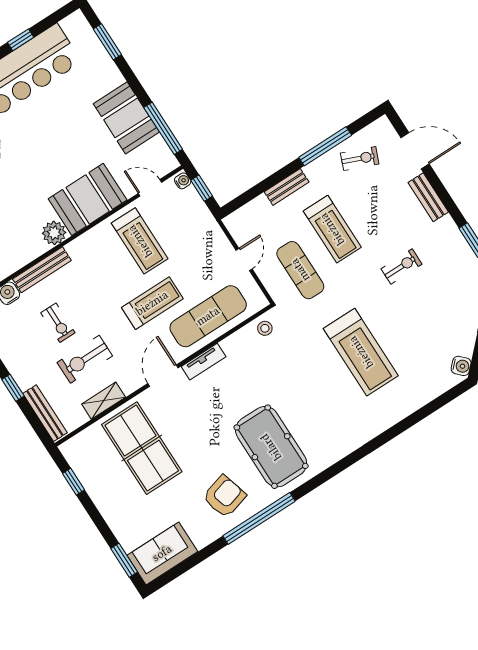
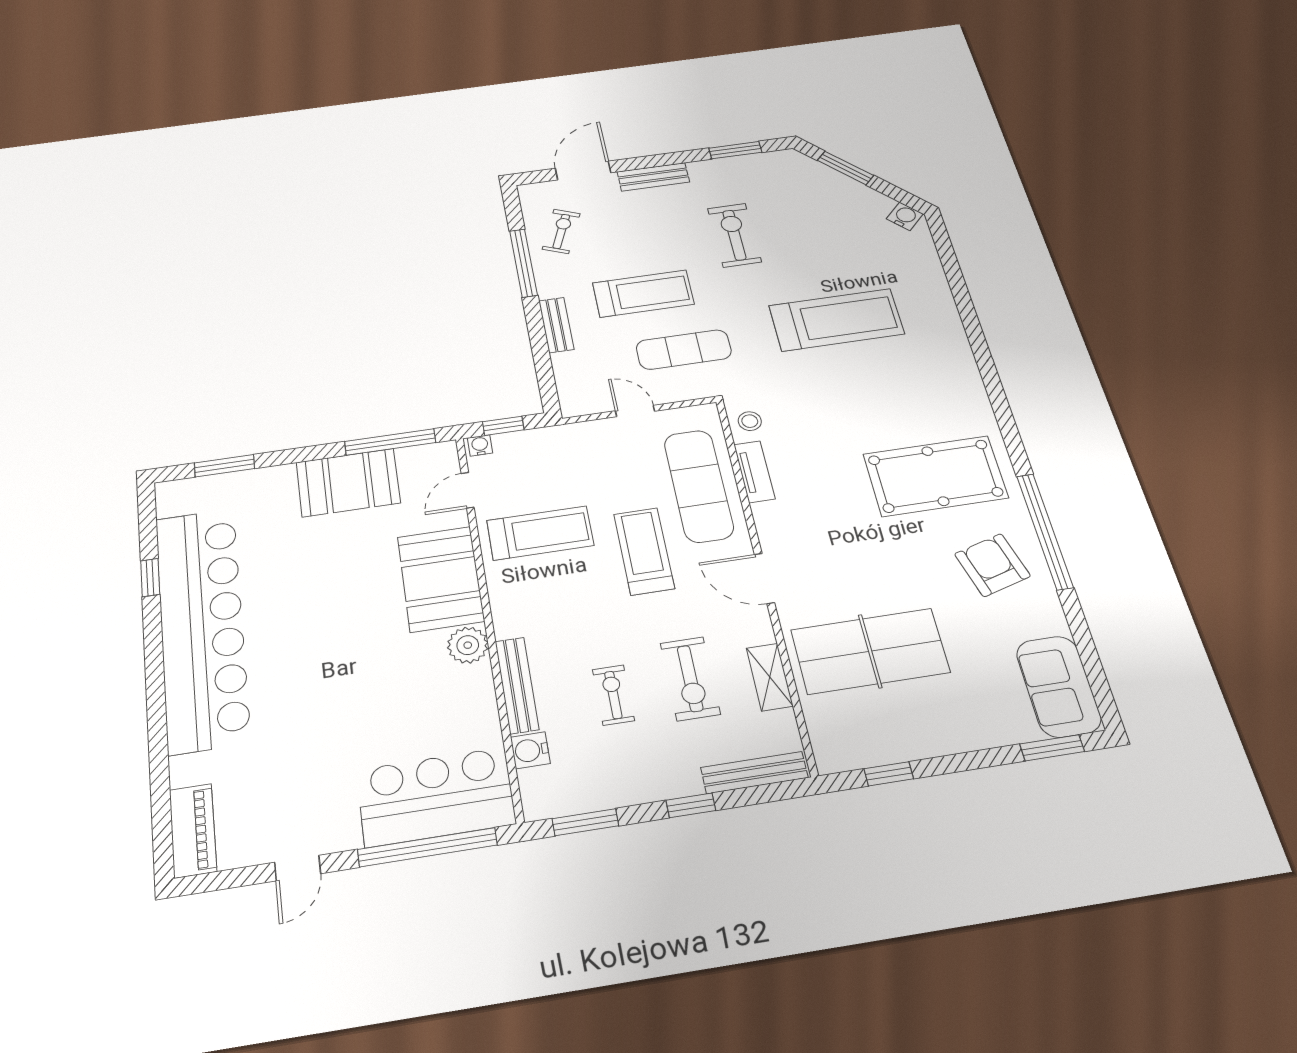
exercise bike: (402, 266) -> (734, 235), width x1.38, depth x1.39
exercise bike: (58, 323) -> (613, 695), turned -90
tv unit: (204, 362) -> (754, 472), moved

